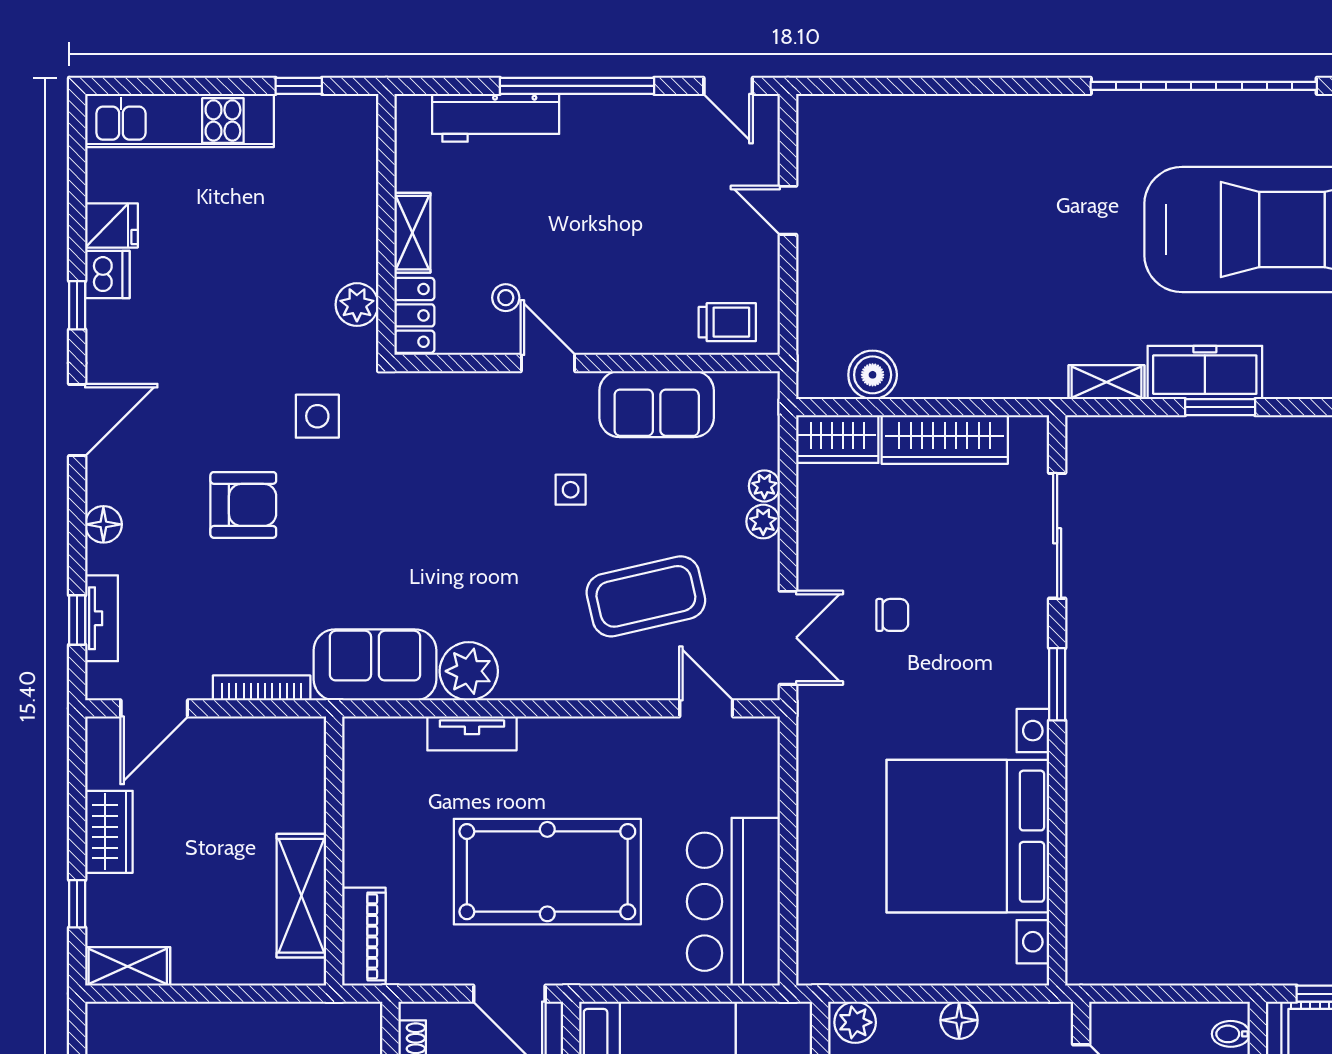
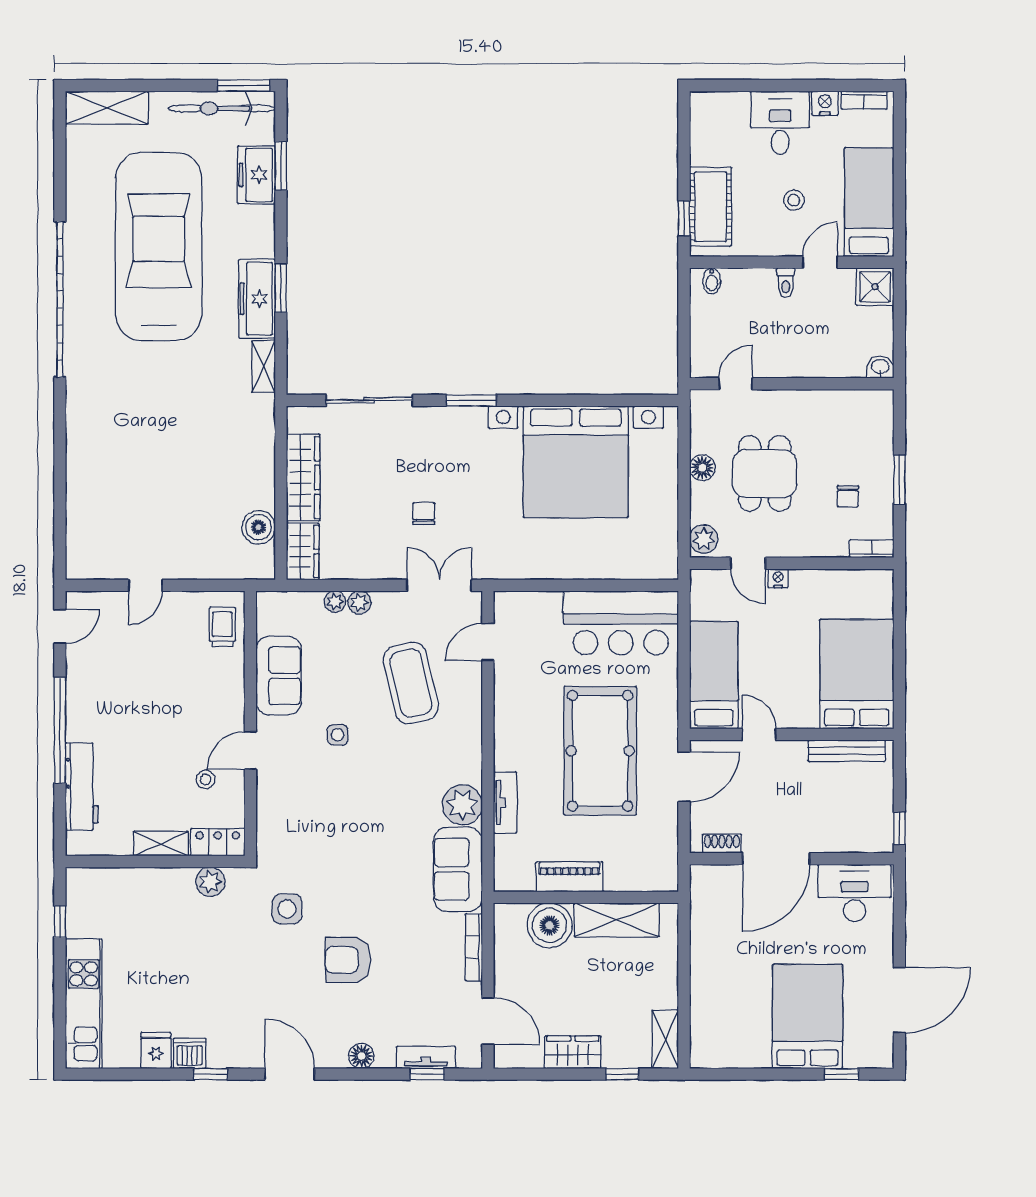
armchair: (243, 505) -> (348, 960), turned -90
boiler: (293, 798) -> (549, 925), added
piano: (364, 936) -> (569, 877), moved

